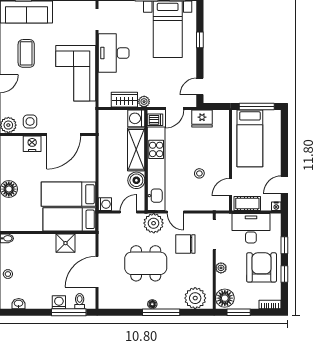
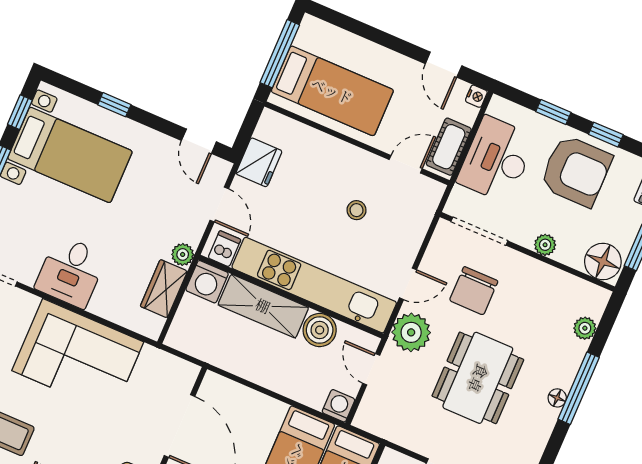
desk: (114, 53) -> (71, 272), width x0.73
door: (231, 187) -> (406, 164), swing flipped
armchair: (262, 267) -> (576, 171), turned 180
plant: (195, 298) -> (585, 328), width x0.53, depth x0.53

